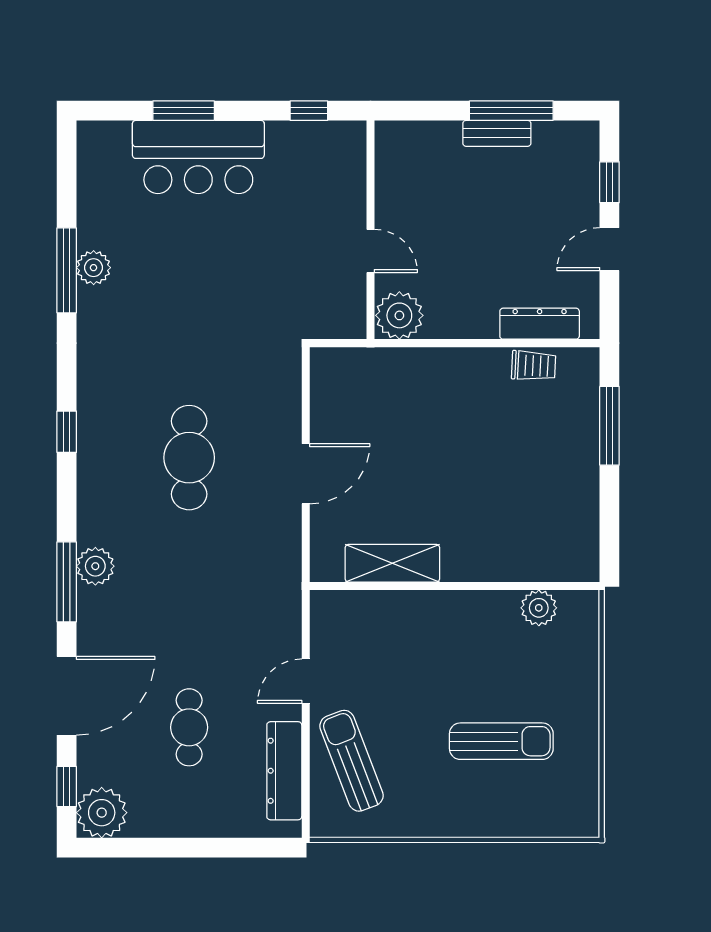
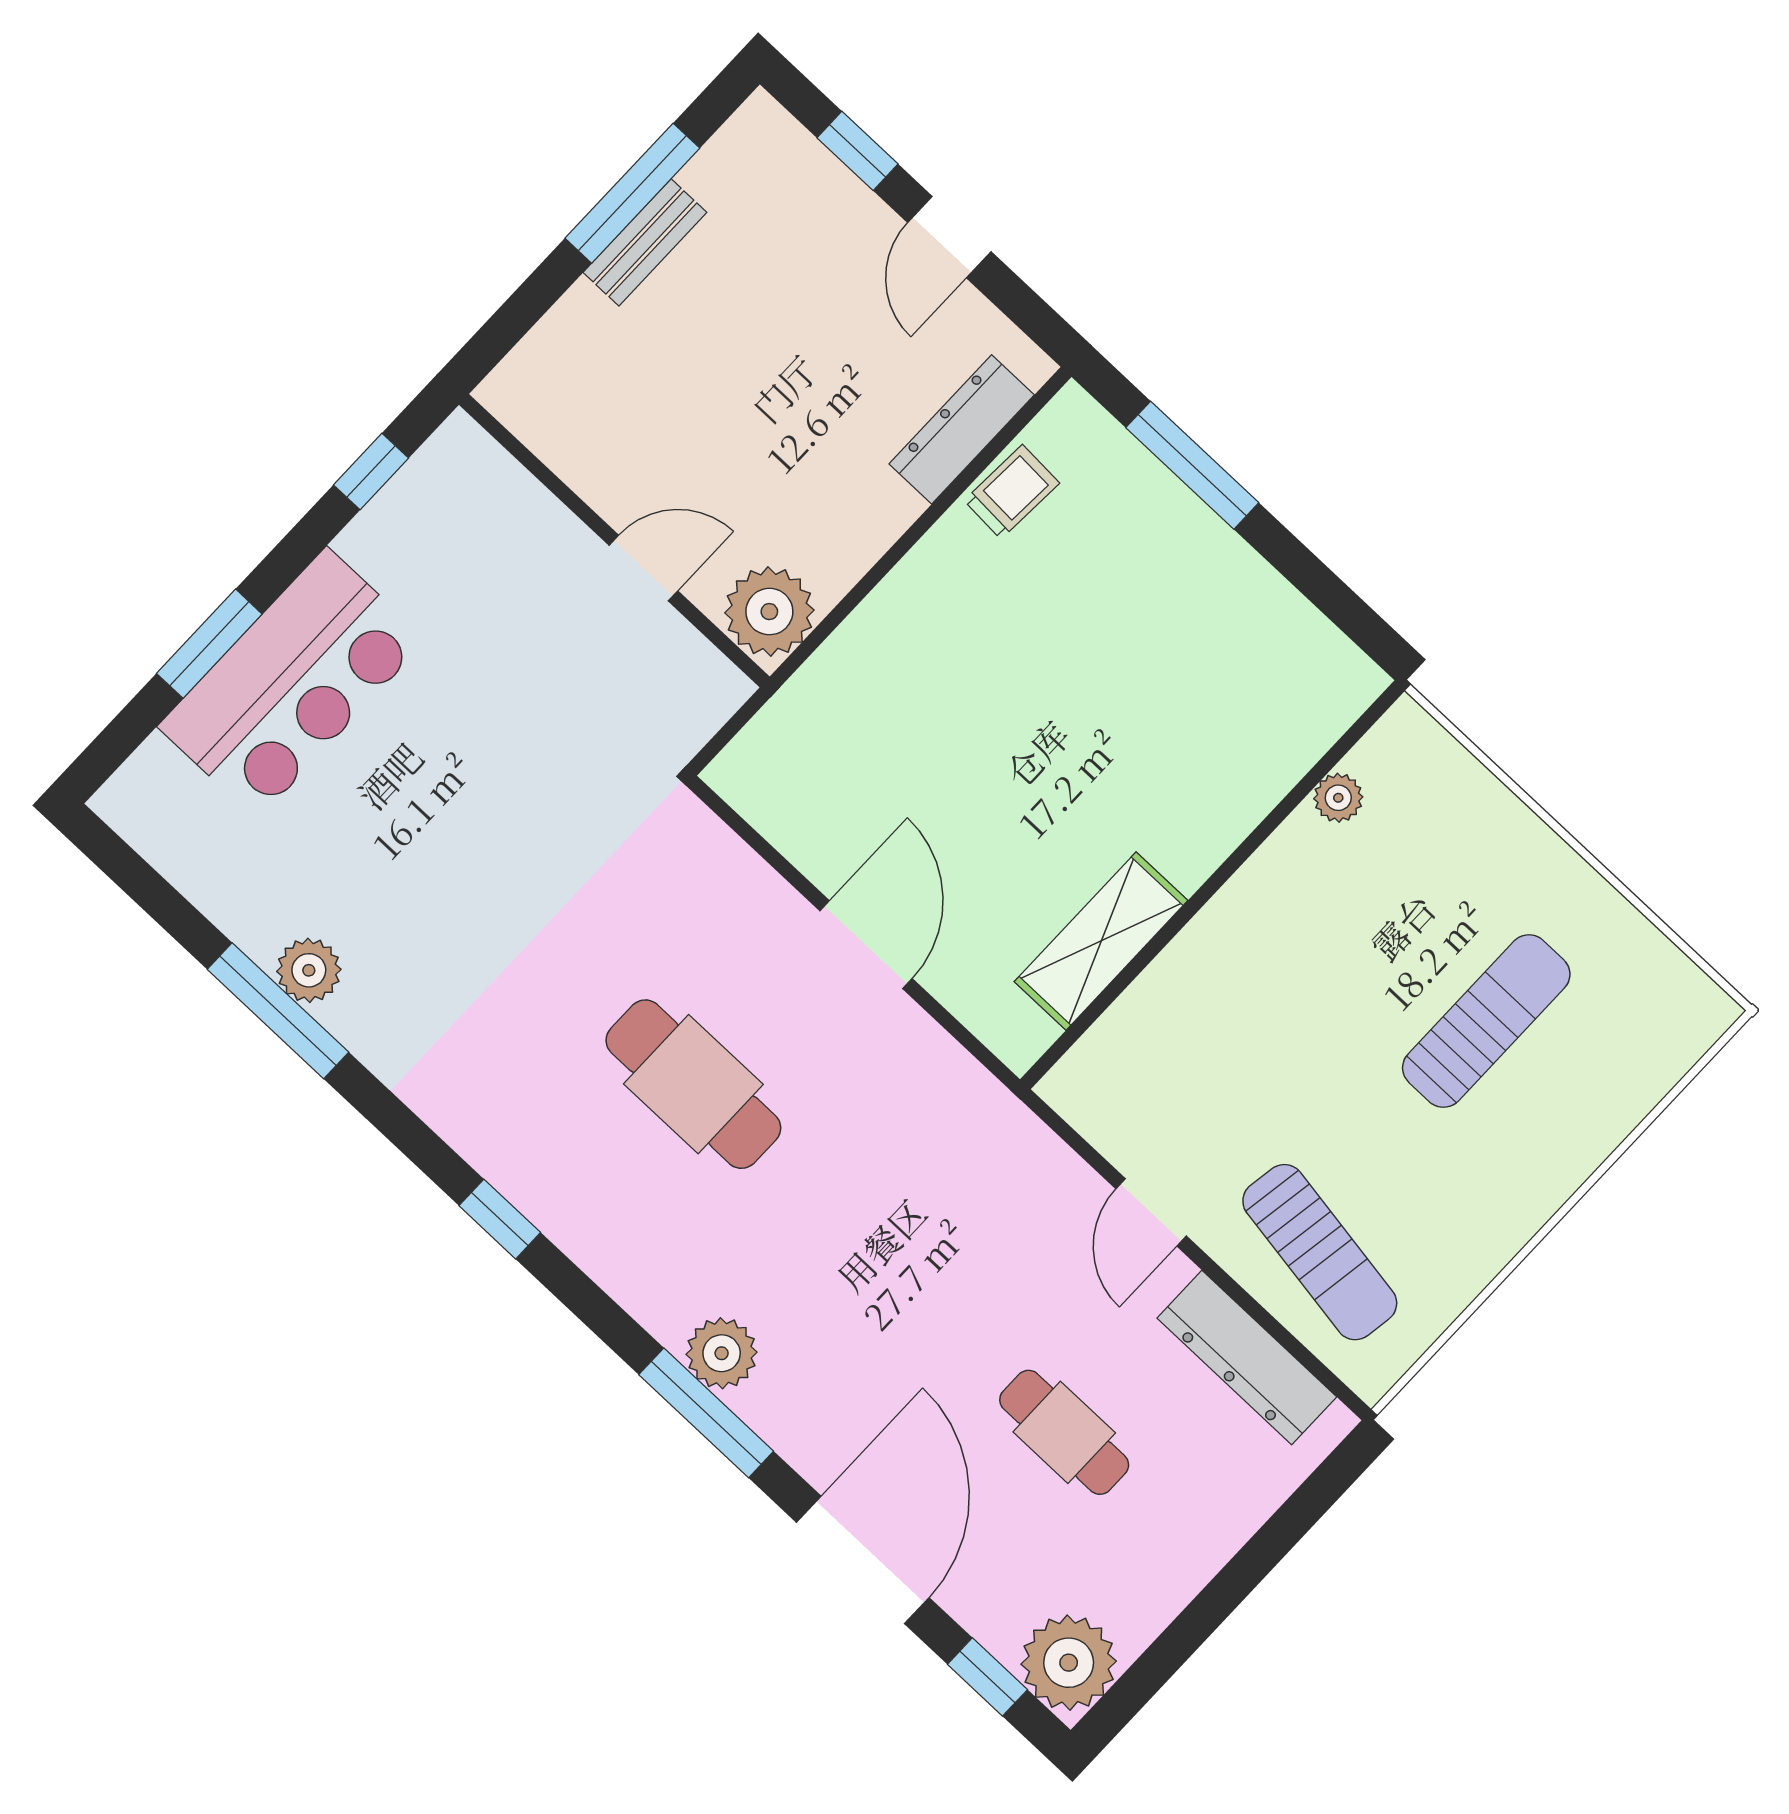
plant: (539, 608) -> (1338, 798), width x0.73, depth x0.73
sun lounger: (352, 761) -> (1320, 1252), turned -150

